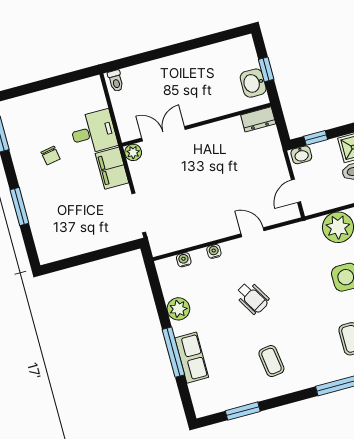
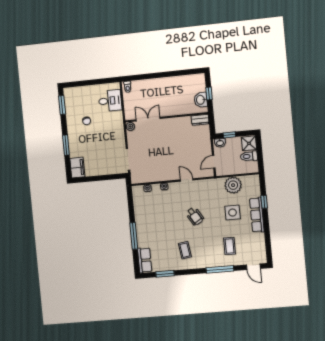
desk: (93, 132) -> (110, 101), moved
filing cabinet: (112, 168) -> (77, 168), moved, turned 180
wheelchair: (252, 298) -> (195, 216), moved
plant: (178, 309) -> (140, 214), removed
row of seats: (192, 358) -> (145, 260), moved

